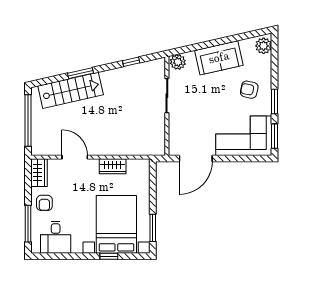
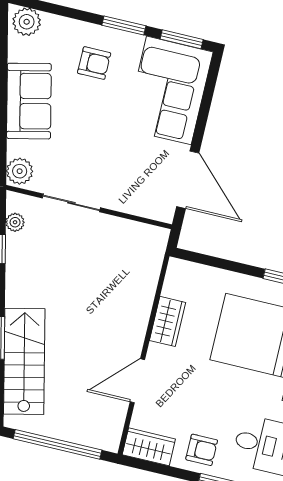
plant: (148, 66) -> (15, 222), added
armchair: (249, 90) -> (94, 63), turned -102

